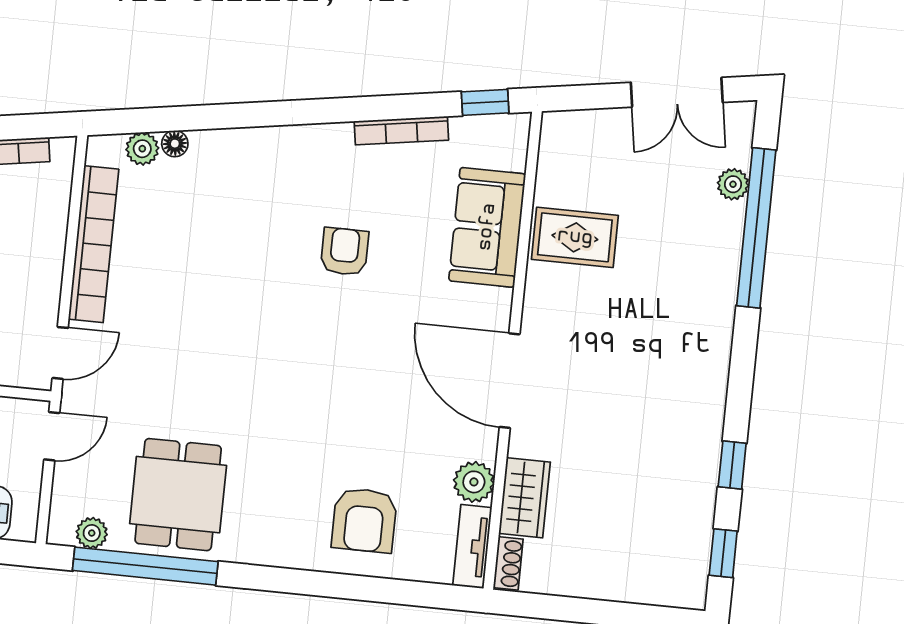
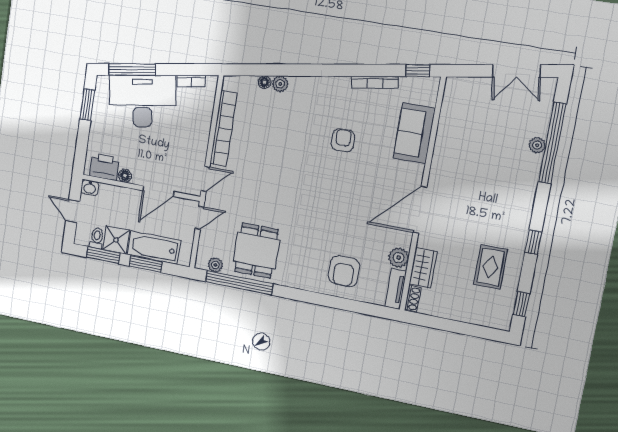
plant: (142, 149) -> (280, 84), moved
plant: (733, 184) -> (537, 145), moved
rug: (575, 237) -> (491, 267), moved, turned 90
door: (510, 381) -> (420, 210), hinge flipped
window: (732, 465) -> (533, 242), moved

